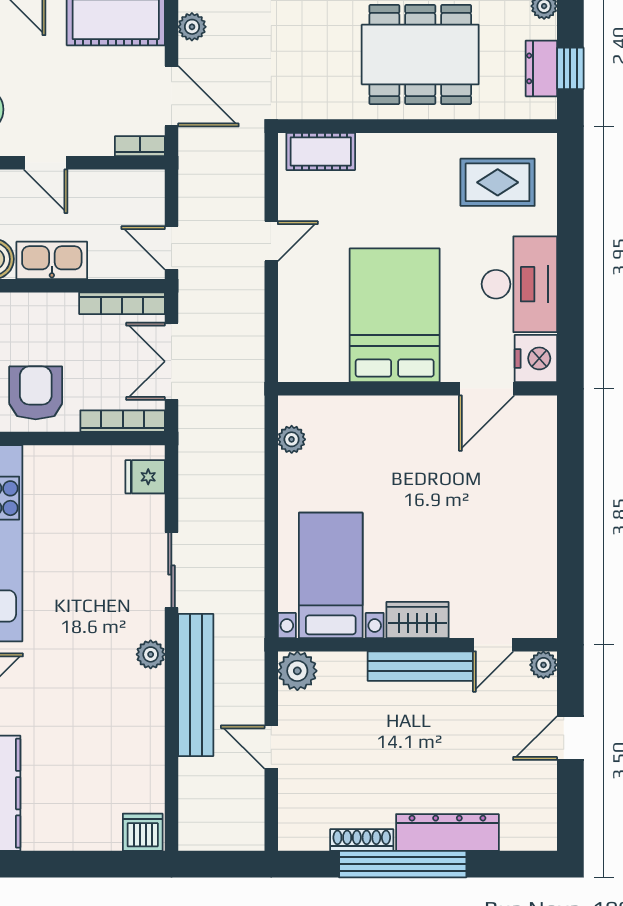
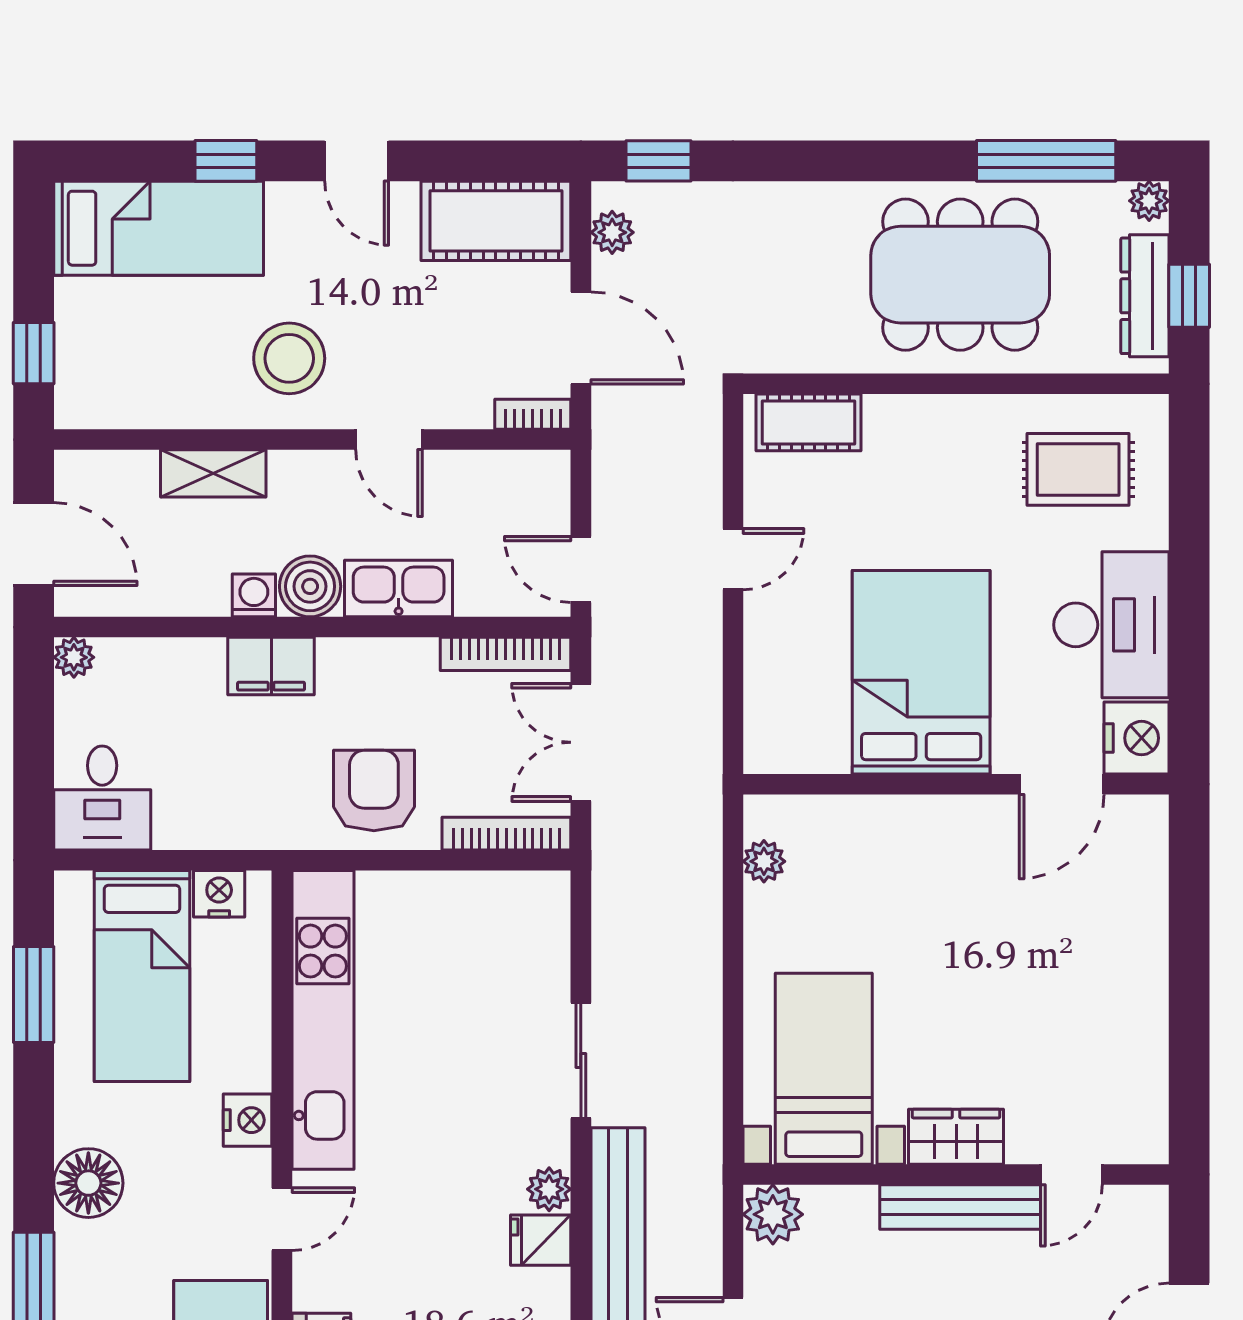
dresser: (541, 68) -> (1145, 296), width x1.44
fridge: (145, 477) -> (541, 1240), moved
plant: (543, 665) -> (1148, 1205), removed

